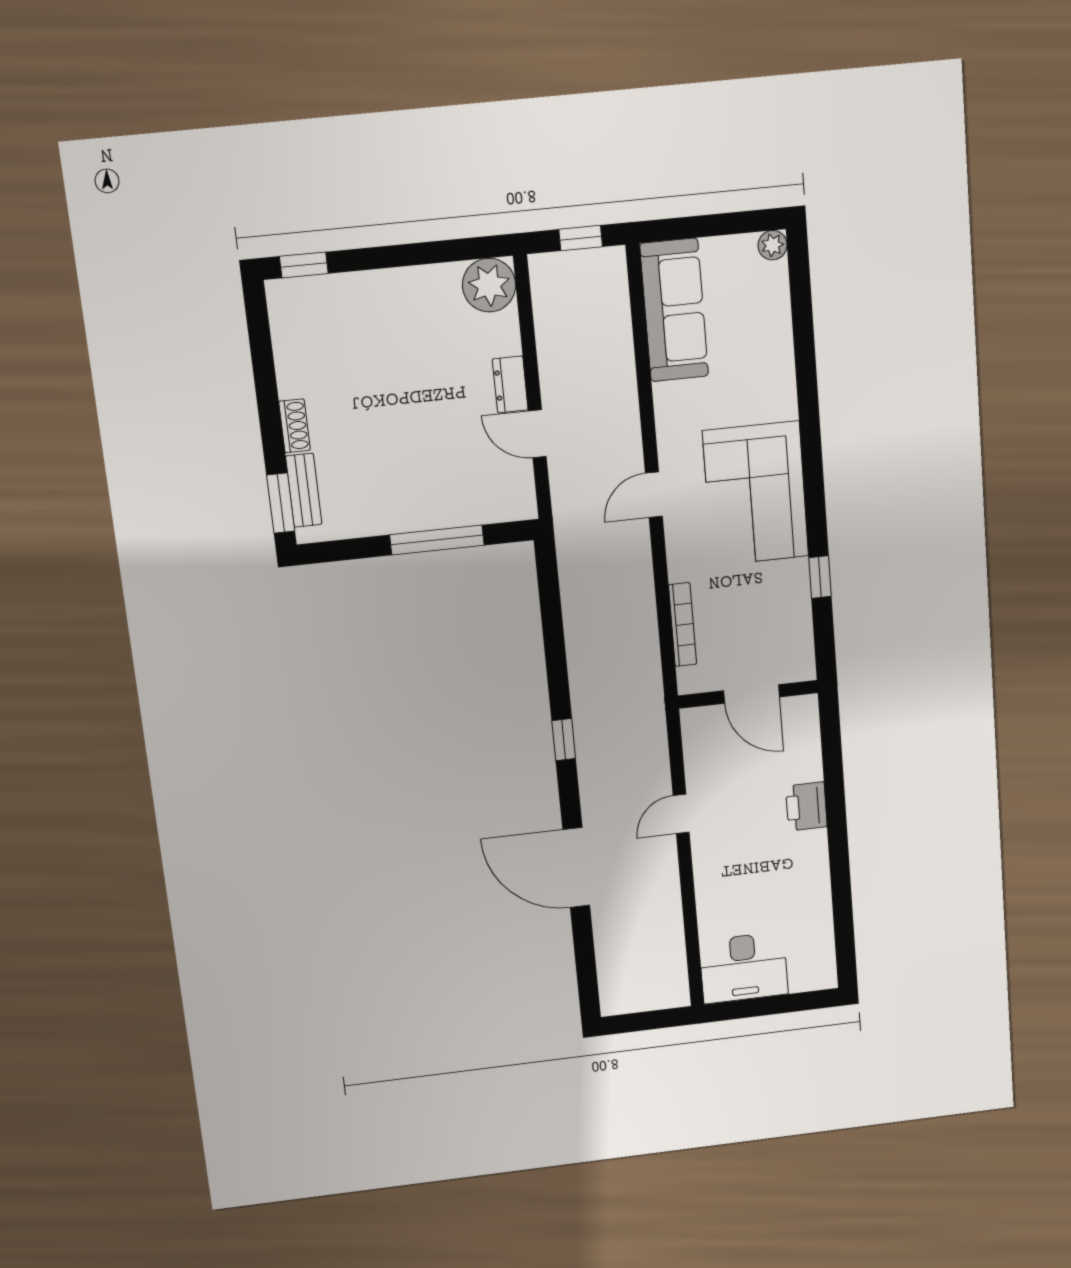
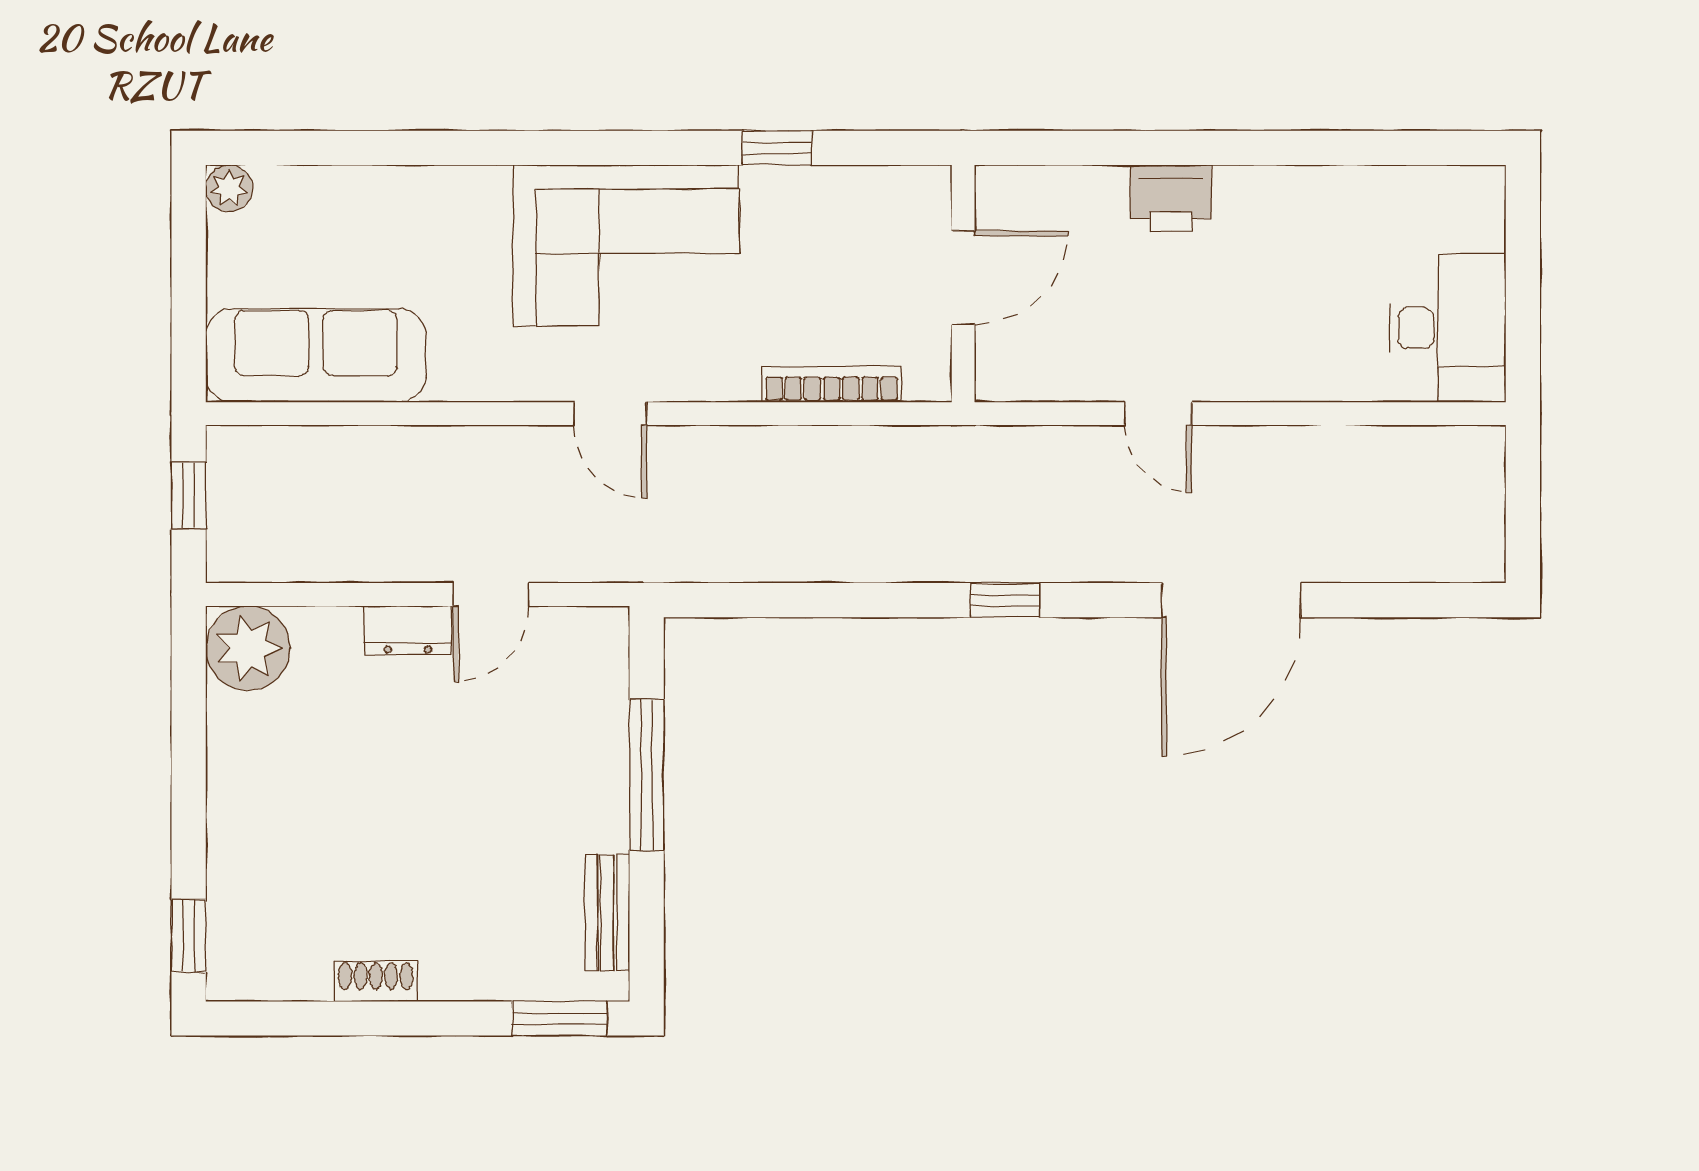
shoe rack: (294, 426) -> (376, 981), moved
bench: (304, 490) -> (607, 913), moved, turned 90

